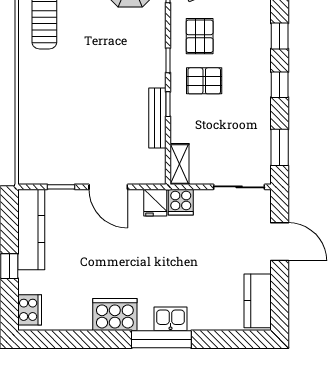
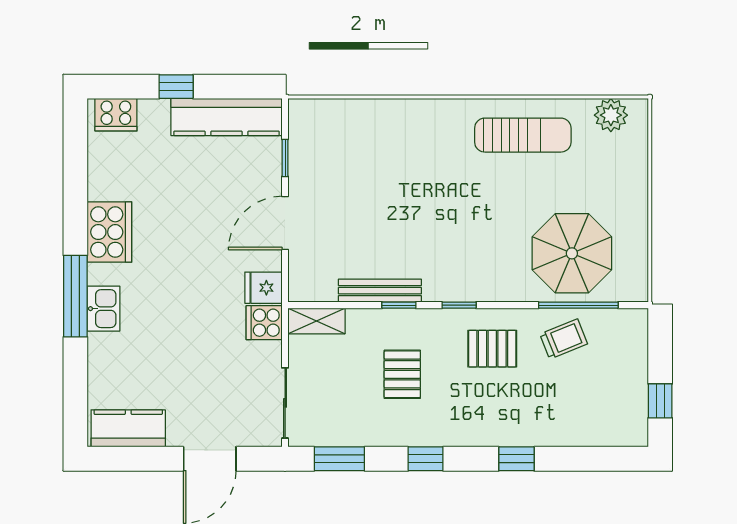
window: (280, 36) -> (516, 459), moved
pallet: (204, 81) -> (402, 374), moved

